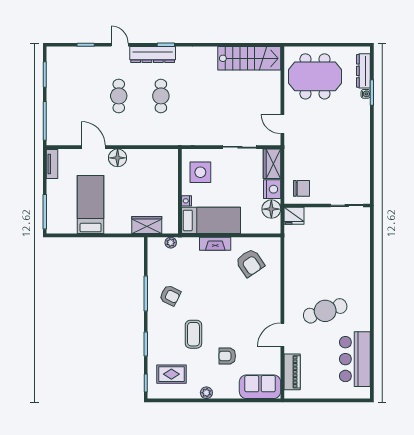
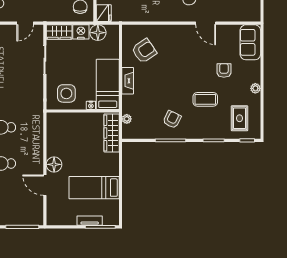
door: (93, 147) -> (45, 185), hinge flipped
tv unit: (52, 164) -> (90, 221), moved
wardrobe: (147, 225) -> (112, 133), width x1.50
armchair: (227, 356) -> (224, 70), turned 180
piano: (292, 372) -> (238, 15), removed

